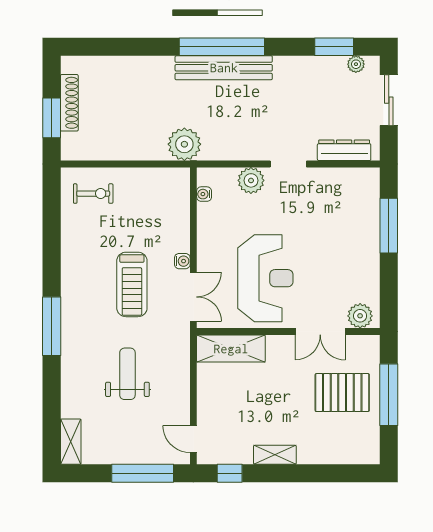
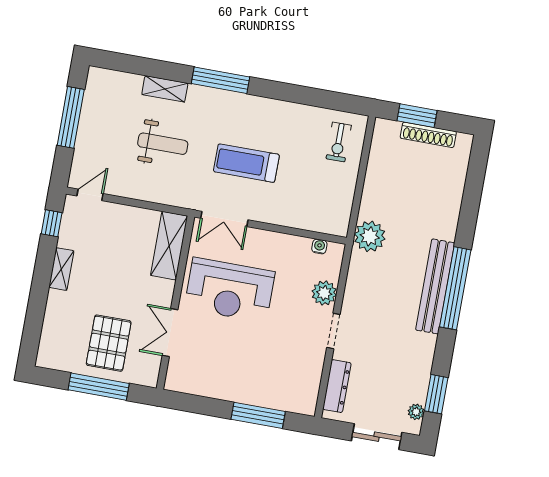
water cooler: (182, 261) -> (260, 215), removed
plant: (360, 316) -> (178, 373), removed
shelving: (71, 442) -> (165, 89), moved
window: (143, 473) -> (71, 117), moved

